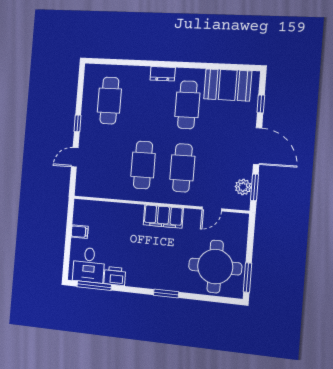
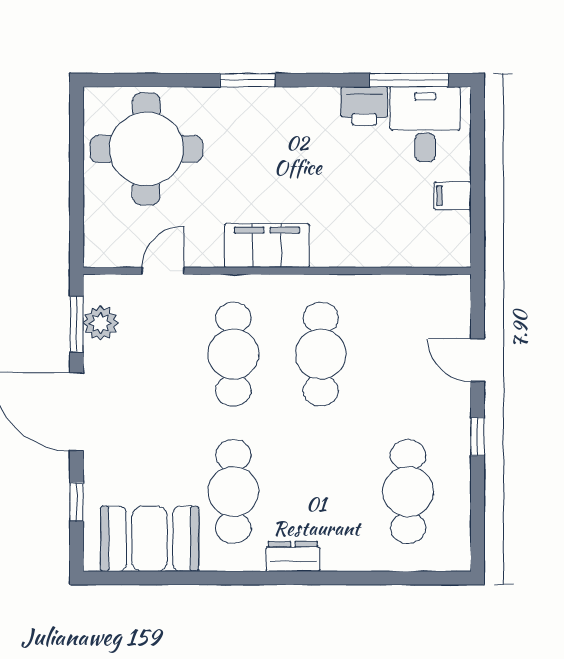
door: (75, 157) -> (478, 360), swing flipped
window: (248, 277) -> (77, 133), removed

